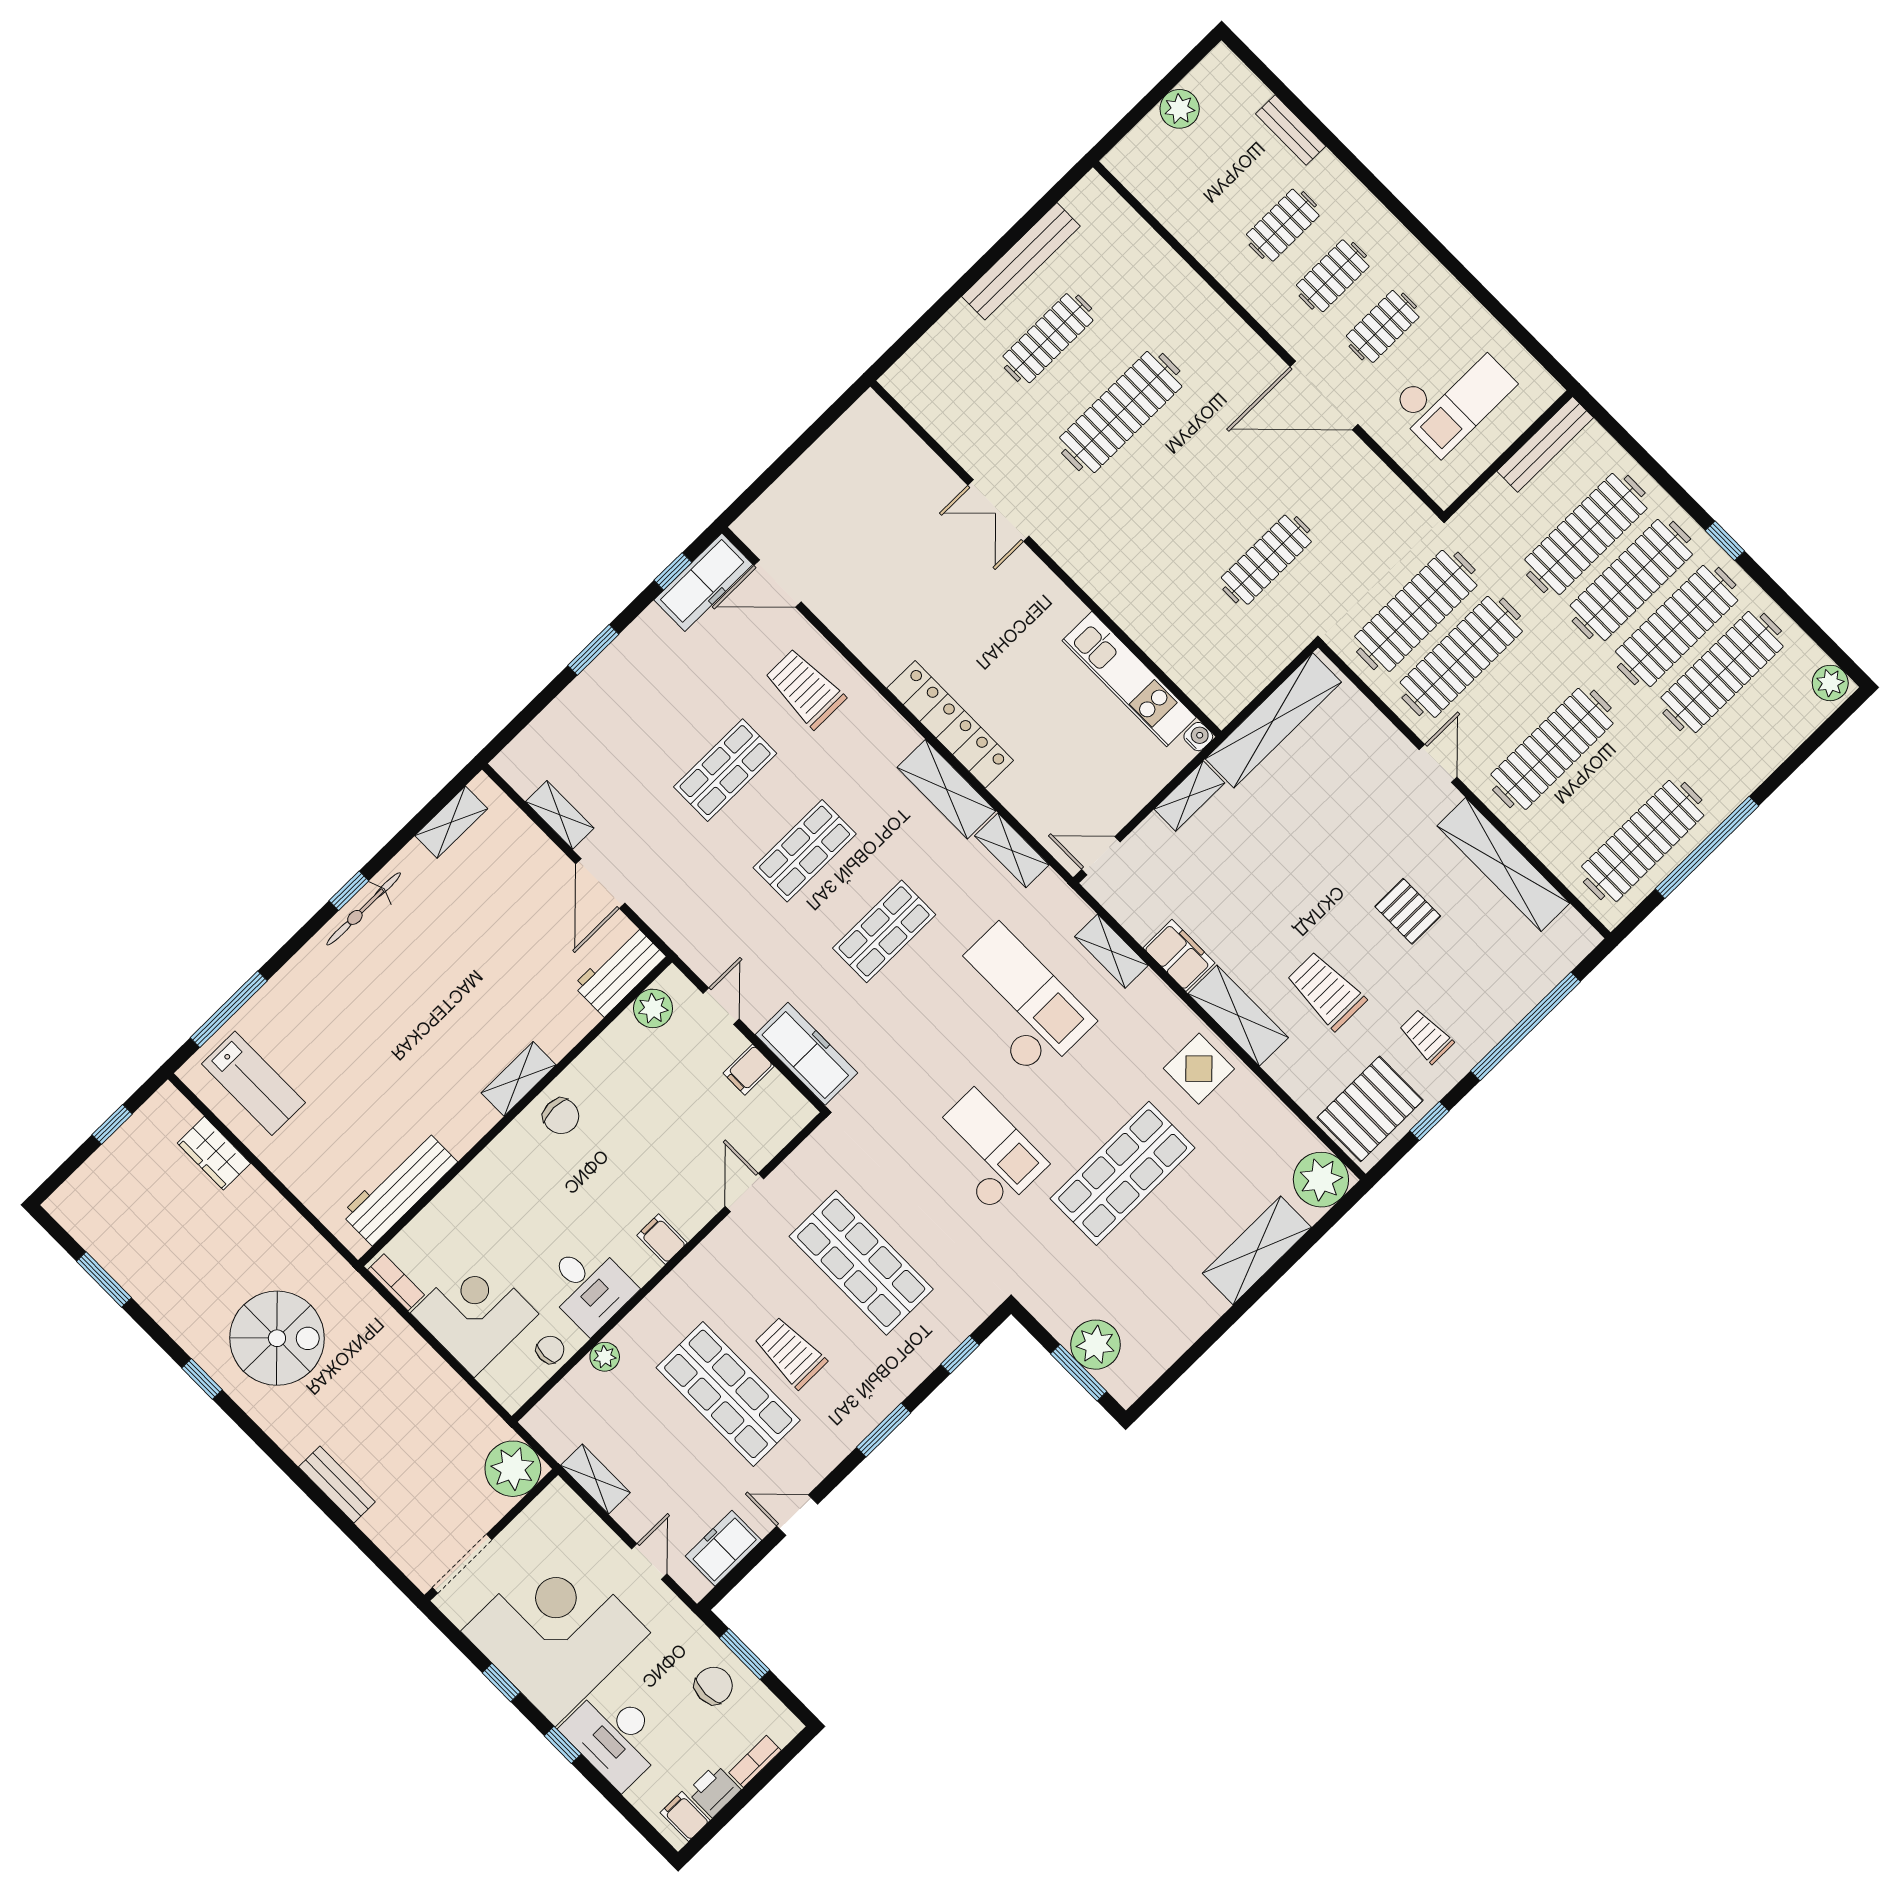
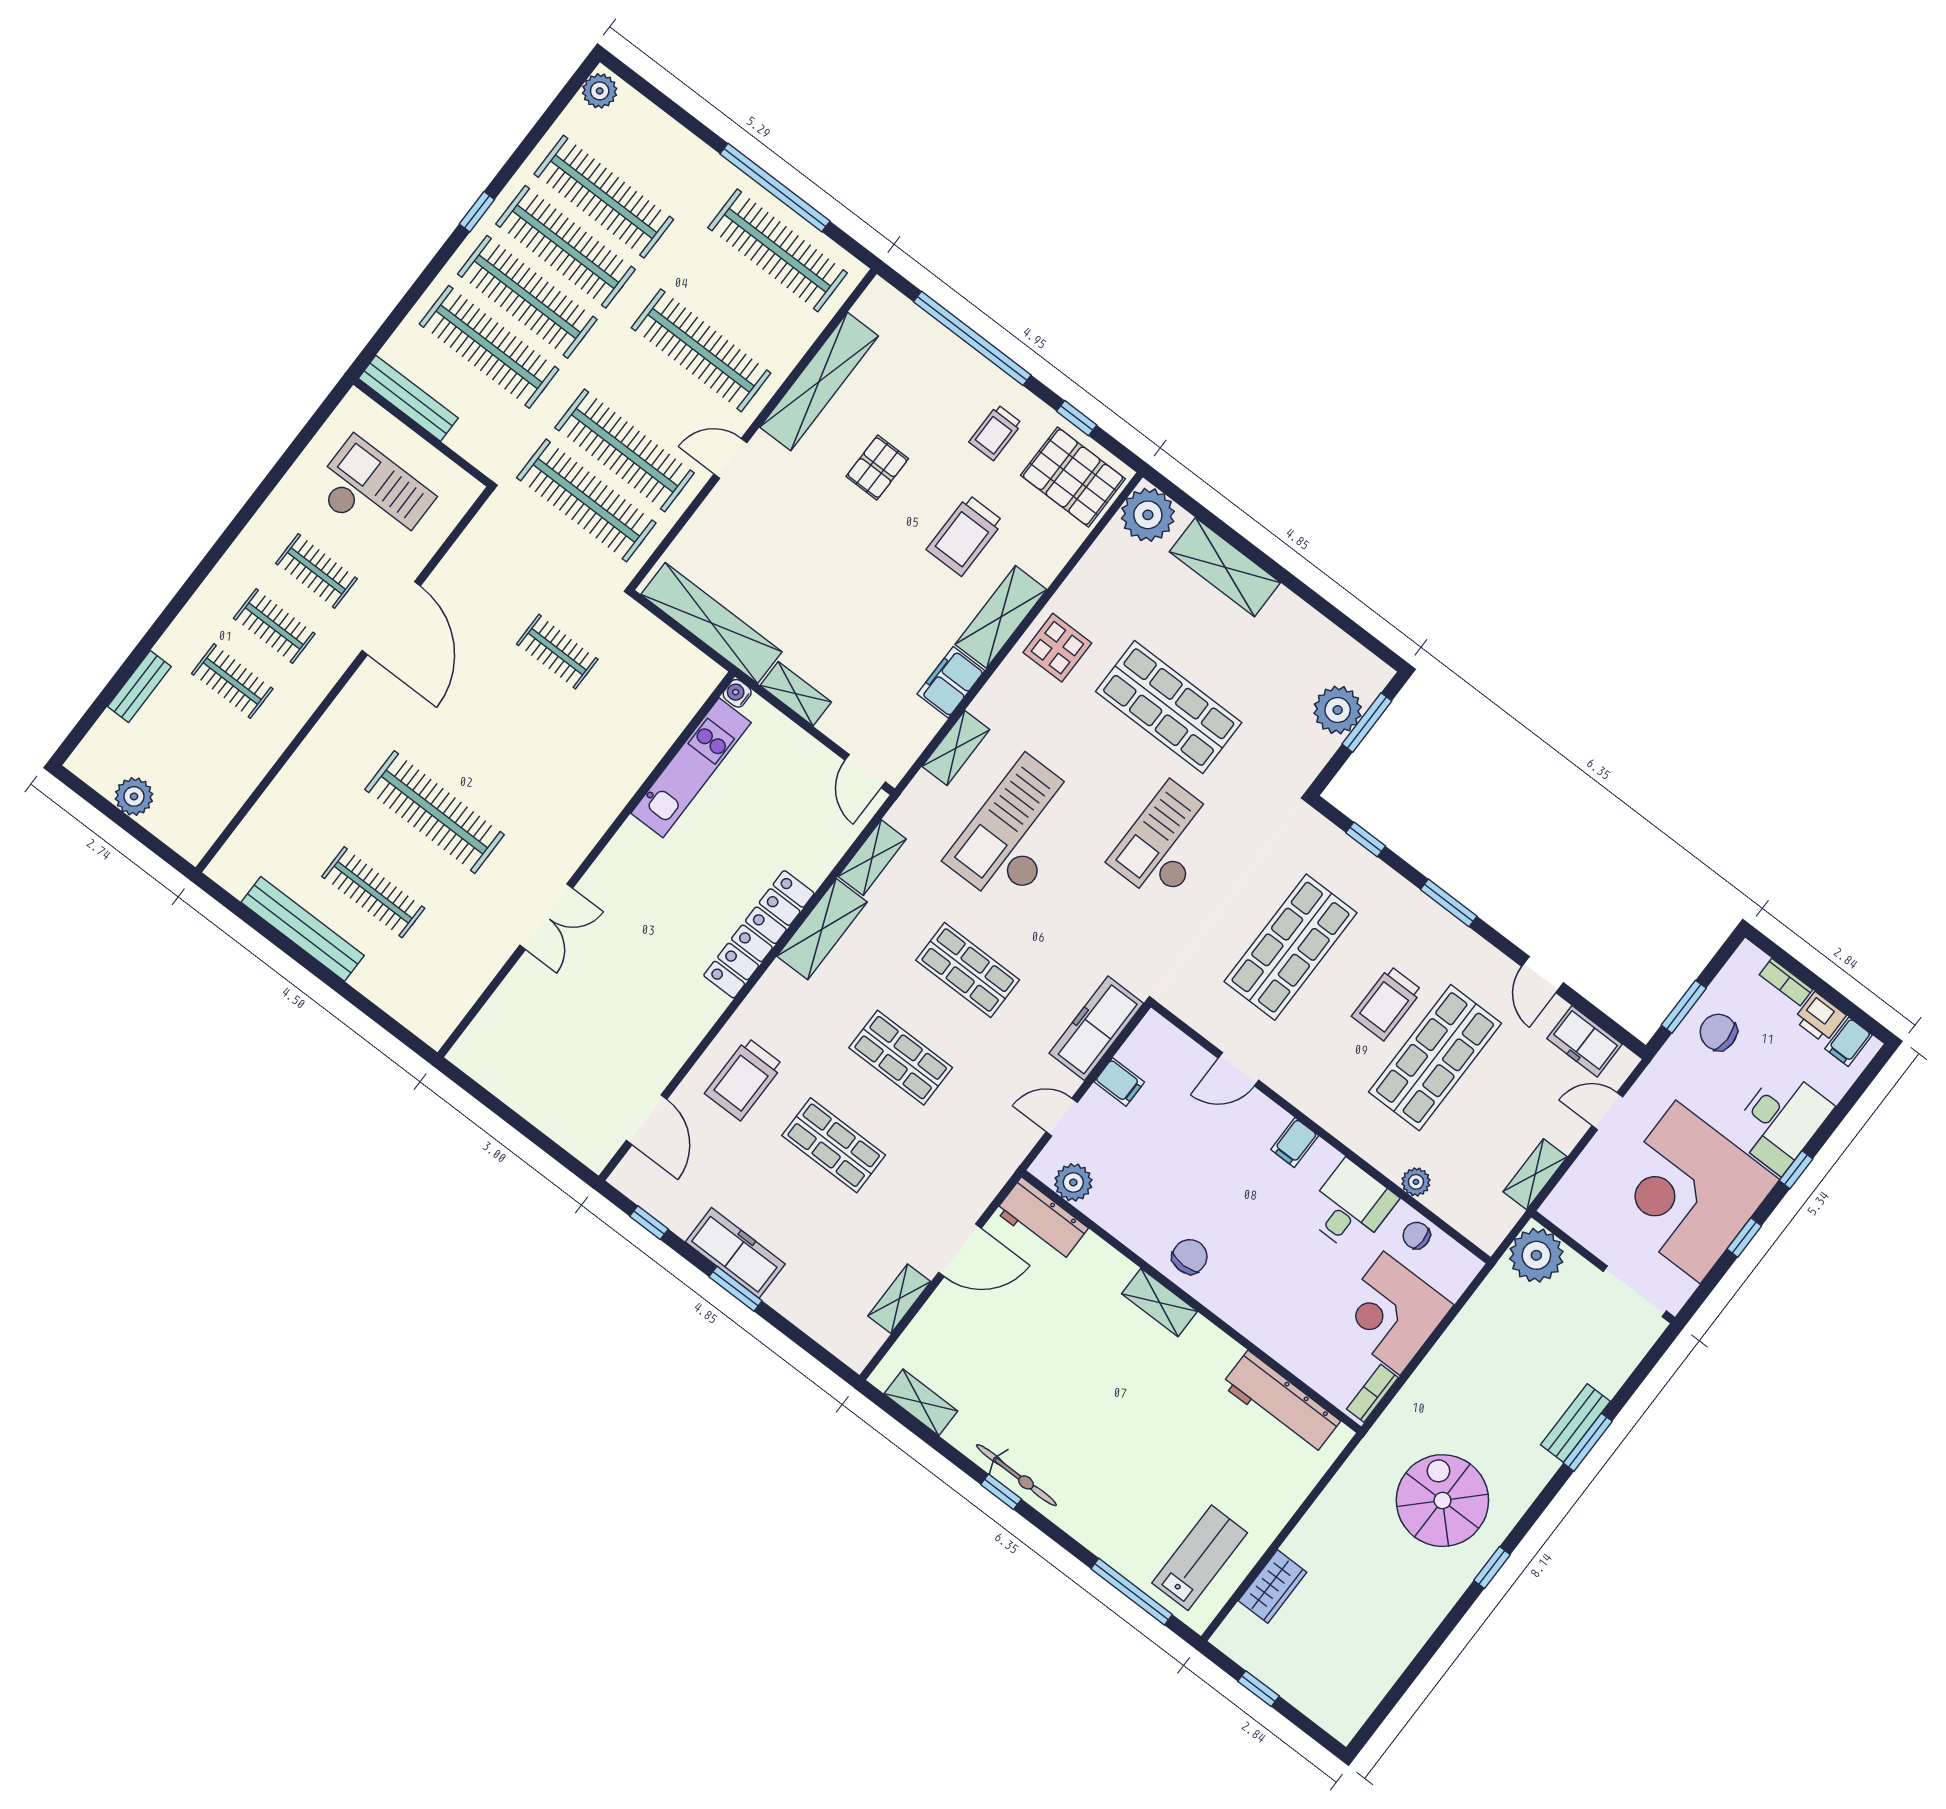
clothes rail: (1266, 560) -> (557, 652), width x0.73
freezer: (703, 582) -> (735, 1253), moved
window: (104, 1280) -> (1588, 1442), moved

